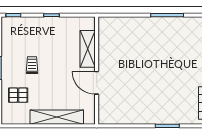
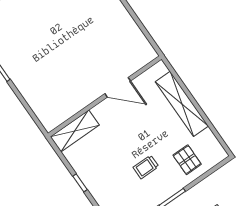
shelving: (88, 49) -> (75, 131), moved
door: (97, 83) -> (118, 87), hinge flipped

